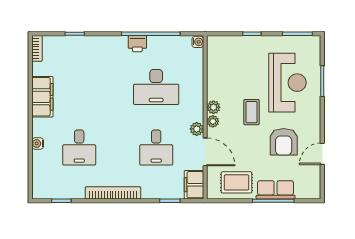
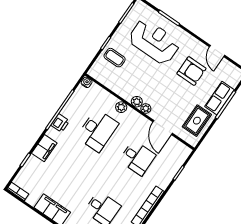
coffee table: (252, 112) -> (115, 58), moved
plant: (197, 129) -> (121, 107), moved
door: (205, 152) -> (163, 127), swing flipped
filing cabinet: (194, 185) -> (44, 148), moved, turned -90

